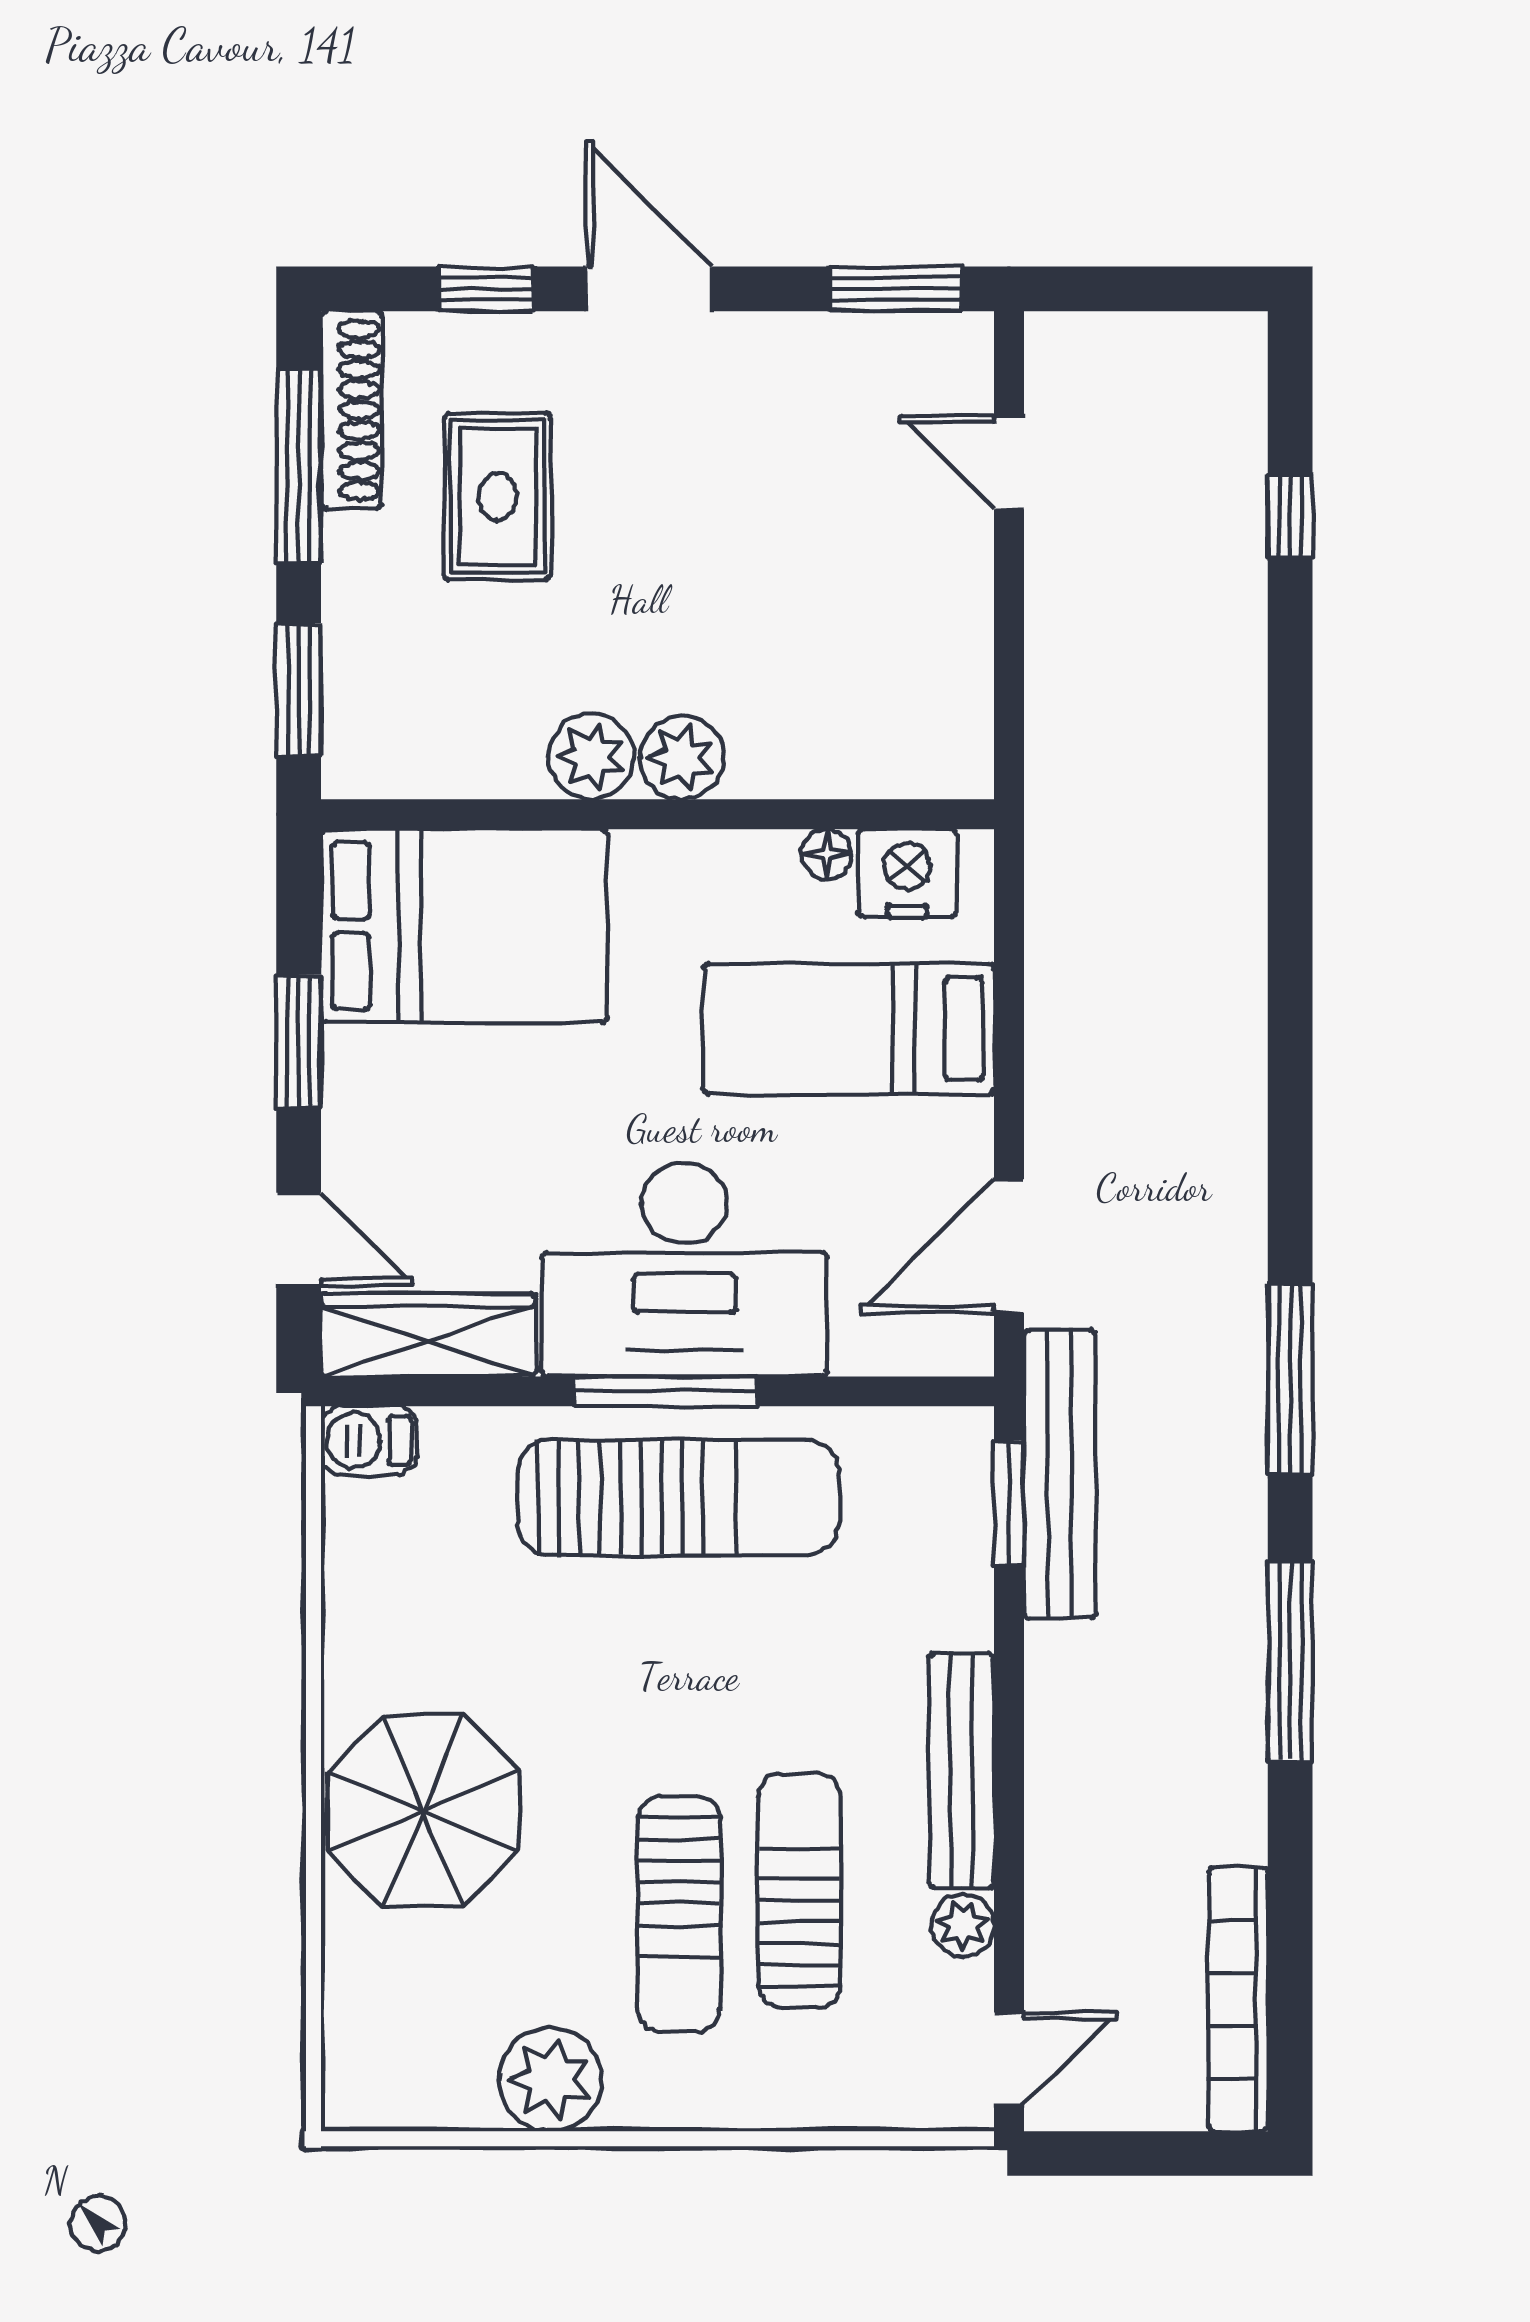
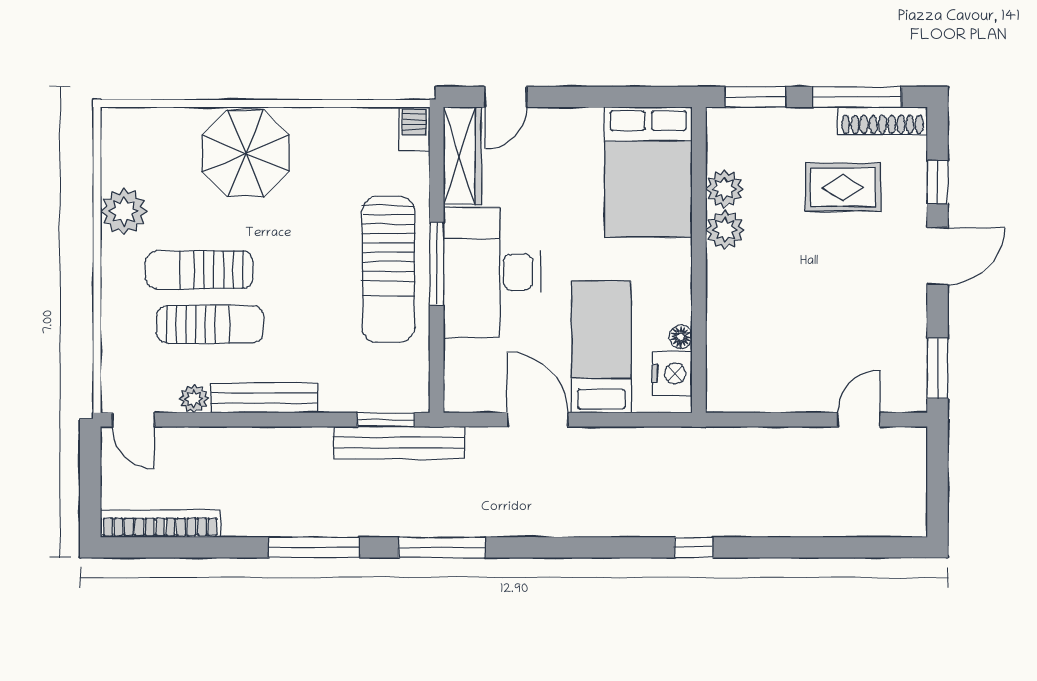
window: (1290, 516) -> (694, 547), moved
plant: (682, 758) -> (724, 189), moved
window: (299, 1041) -> (596, 97), removed
door: (1009, 1246) -> (538, 420), moved

